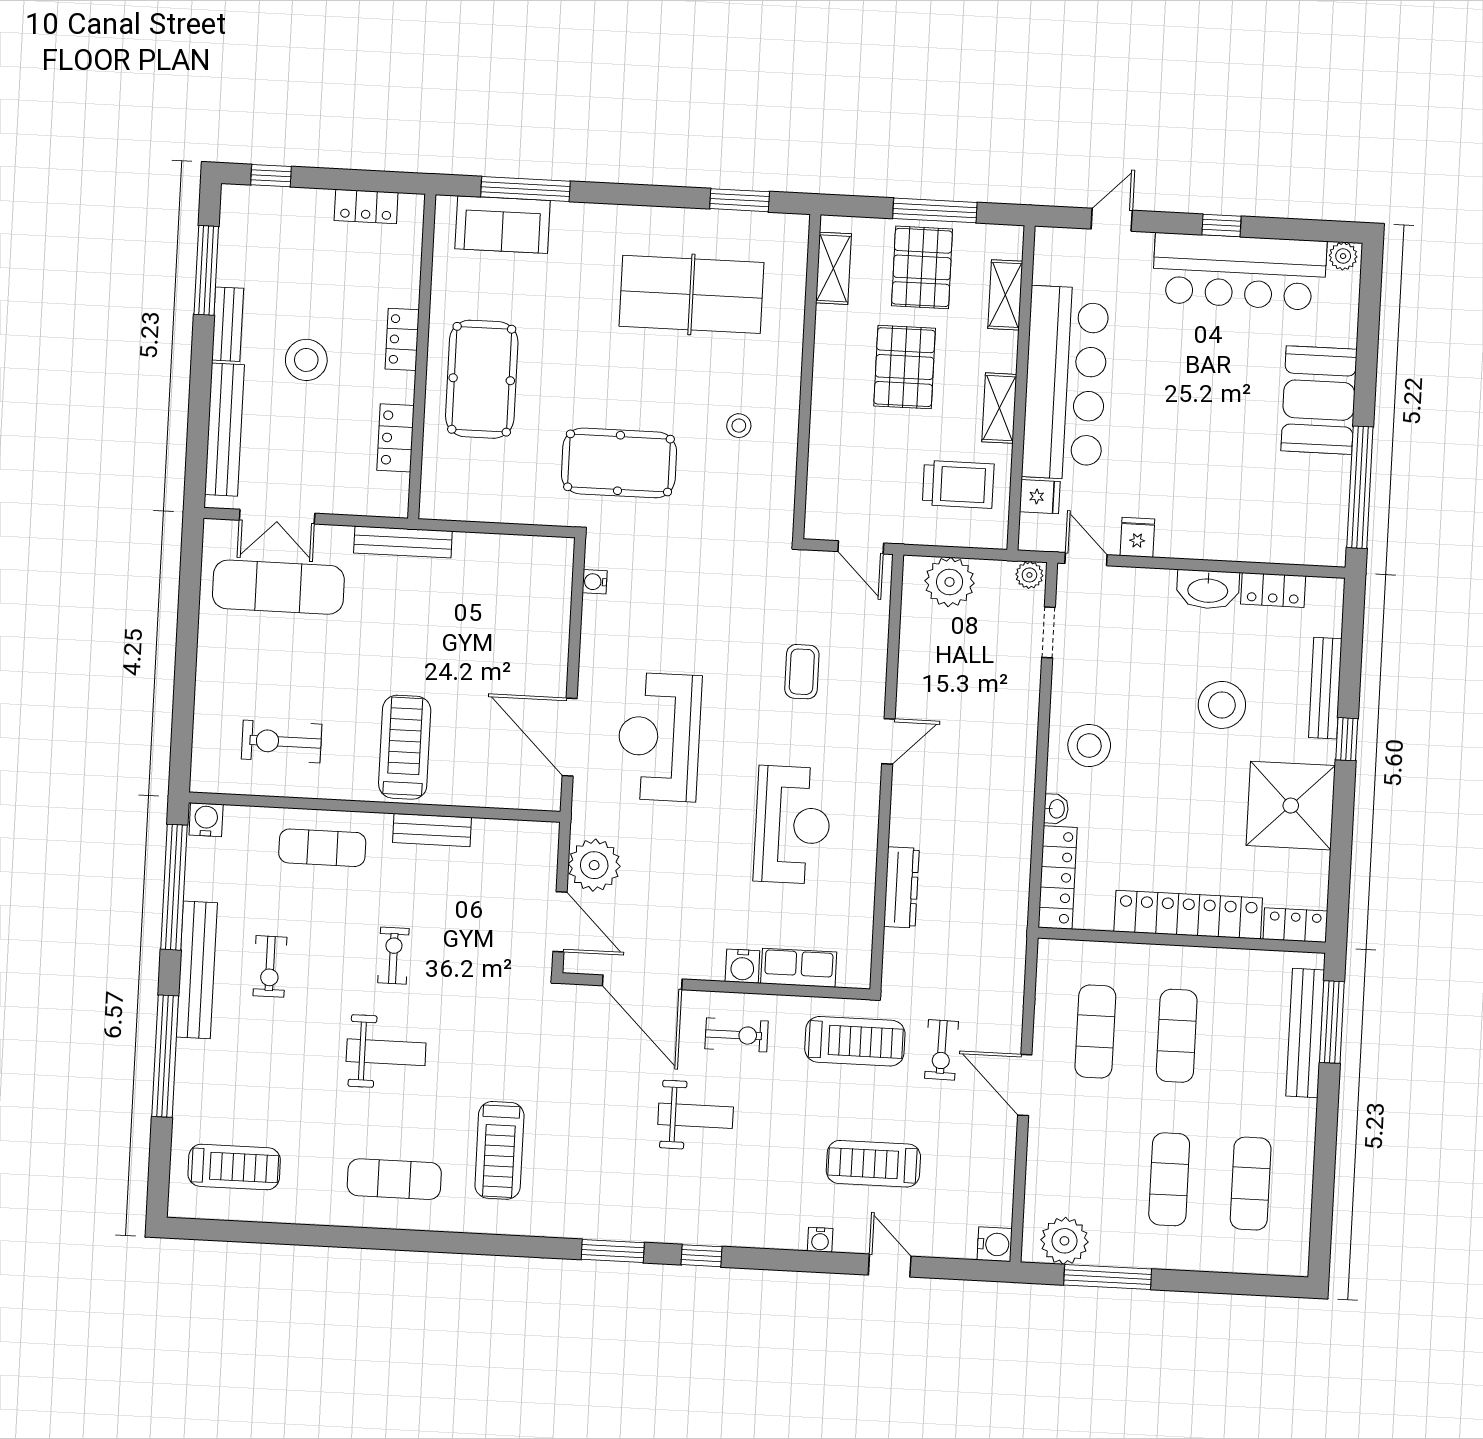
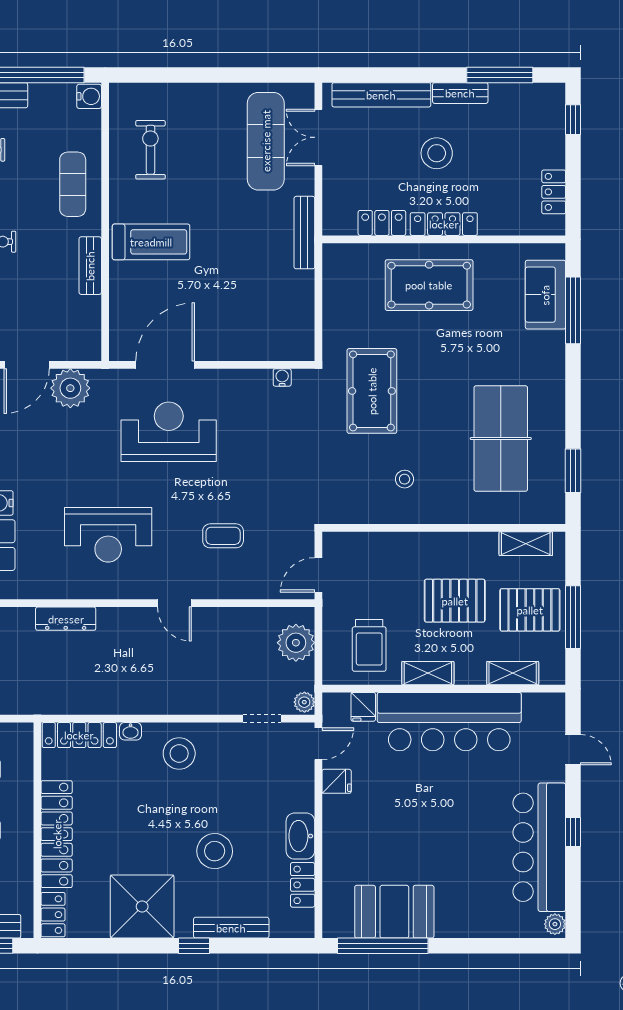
locker: (402, 339) -> (444, 224), width x1.53
booth: (1319, 400) -> (394, 912), moved

